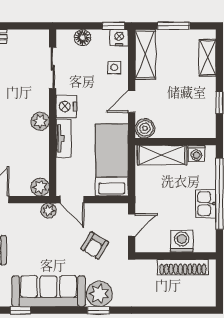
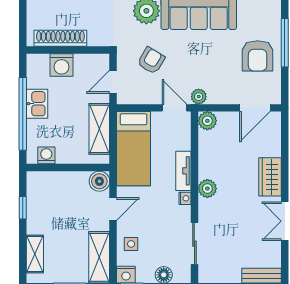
nightstand: (66, 106) -> (185, 198), width x0.53, depth x0.56
shelving: (162, 155) -> (99, 129), moved, turned 90

